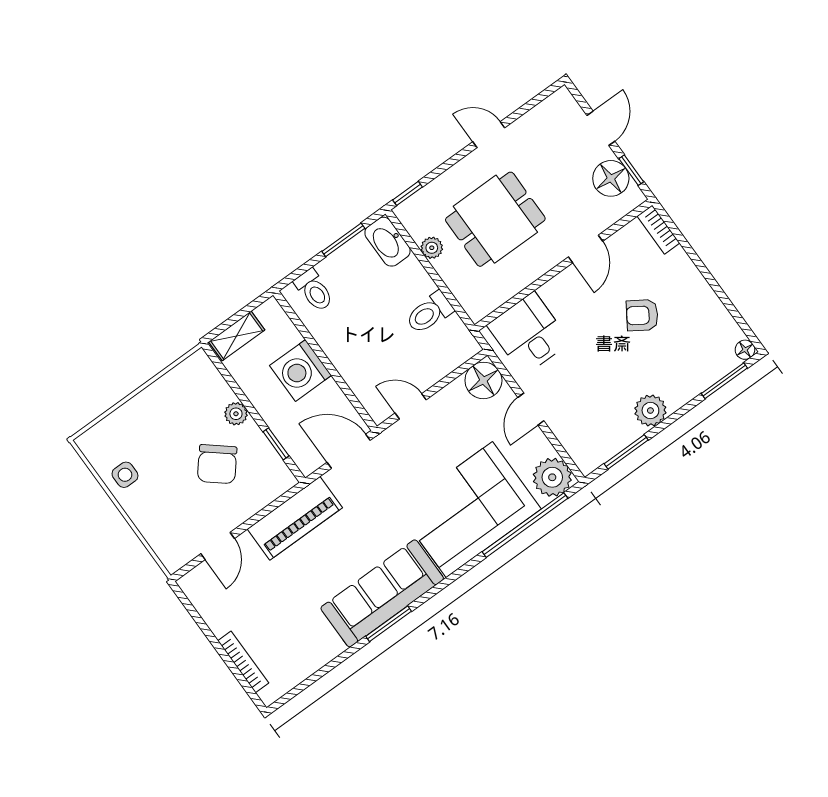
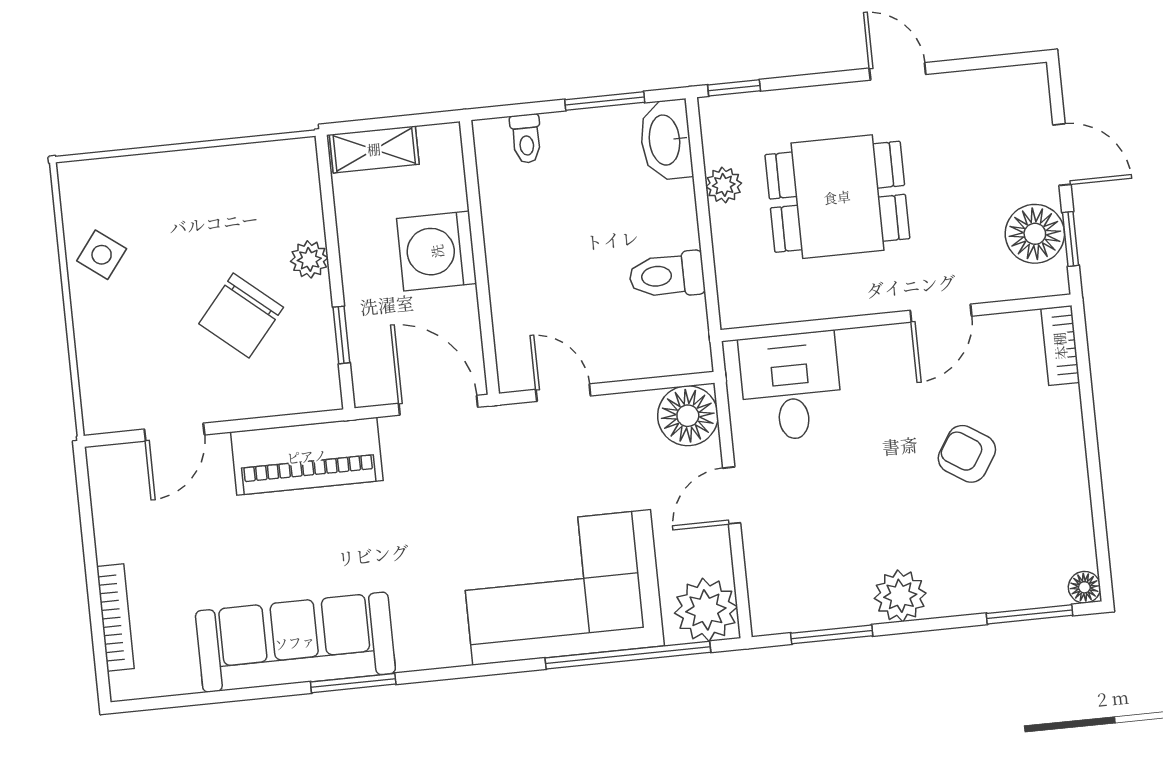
door: (601, 128) -> (1062, 155), hinge flipped
toilet: (314, 290) -> (526, 139), width x0.73, depth x0.72
side table: (125, 475) -> (102, 255), turned 37
sofa: (382, 593) -> (295, 642), moved

